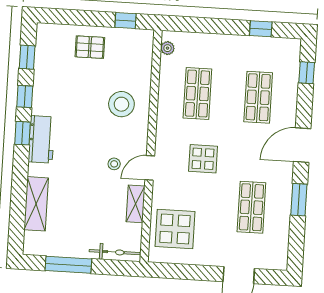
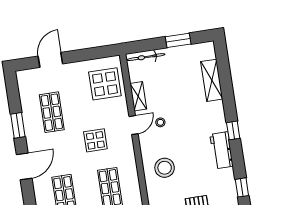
window: (25, 96) -> (237, 158), removed
workbench: (41, 139) -> (221, 150), moved
window: (68, 265) -> (178, 40), width x0.69

